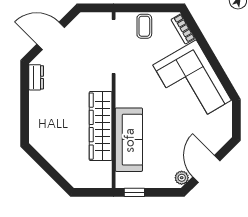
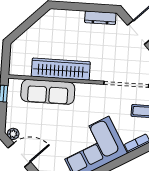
dresser: (36, 77) -> (100, 18), width x1.44

